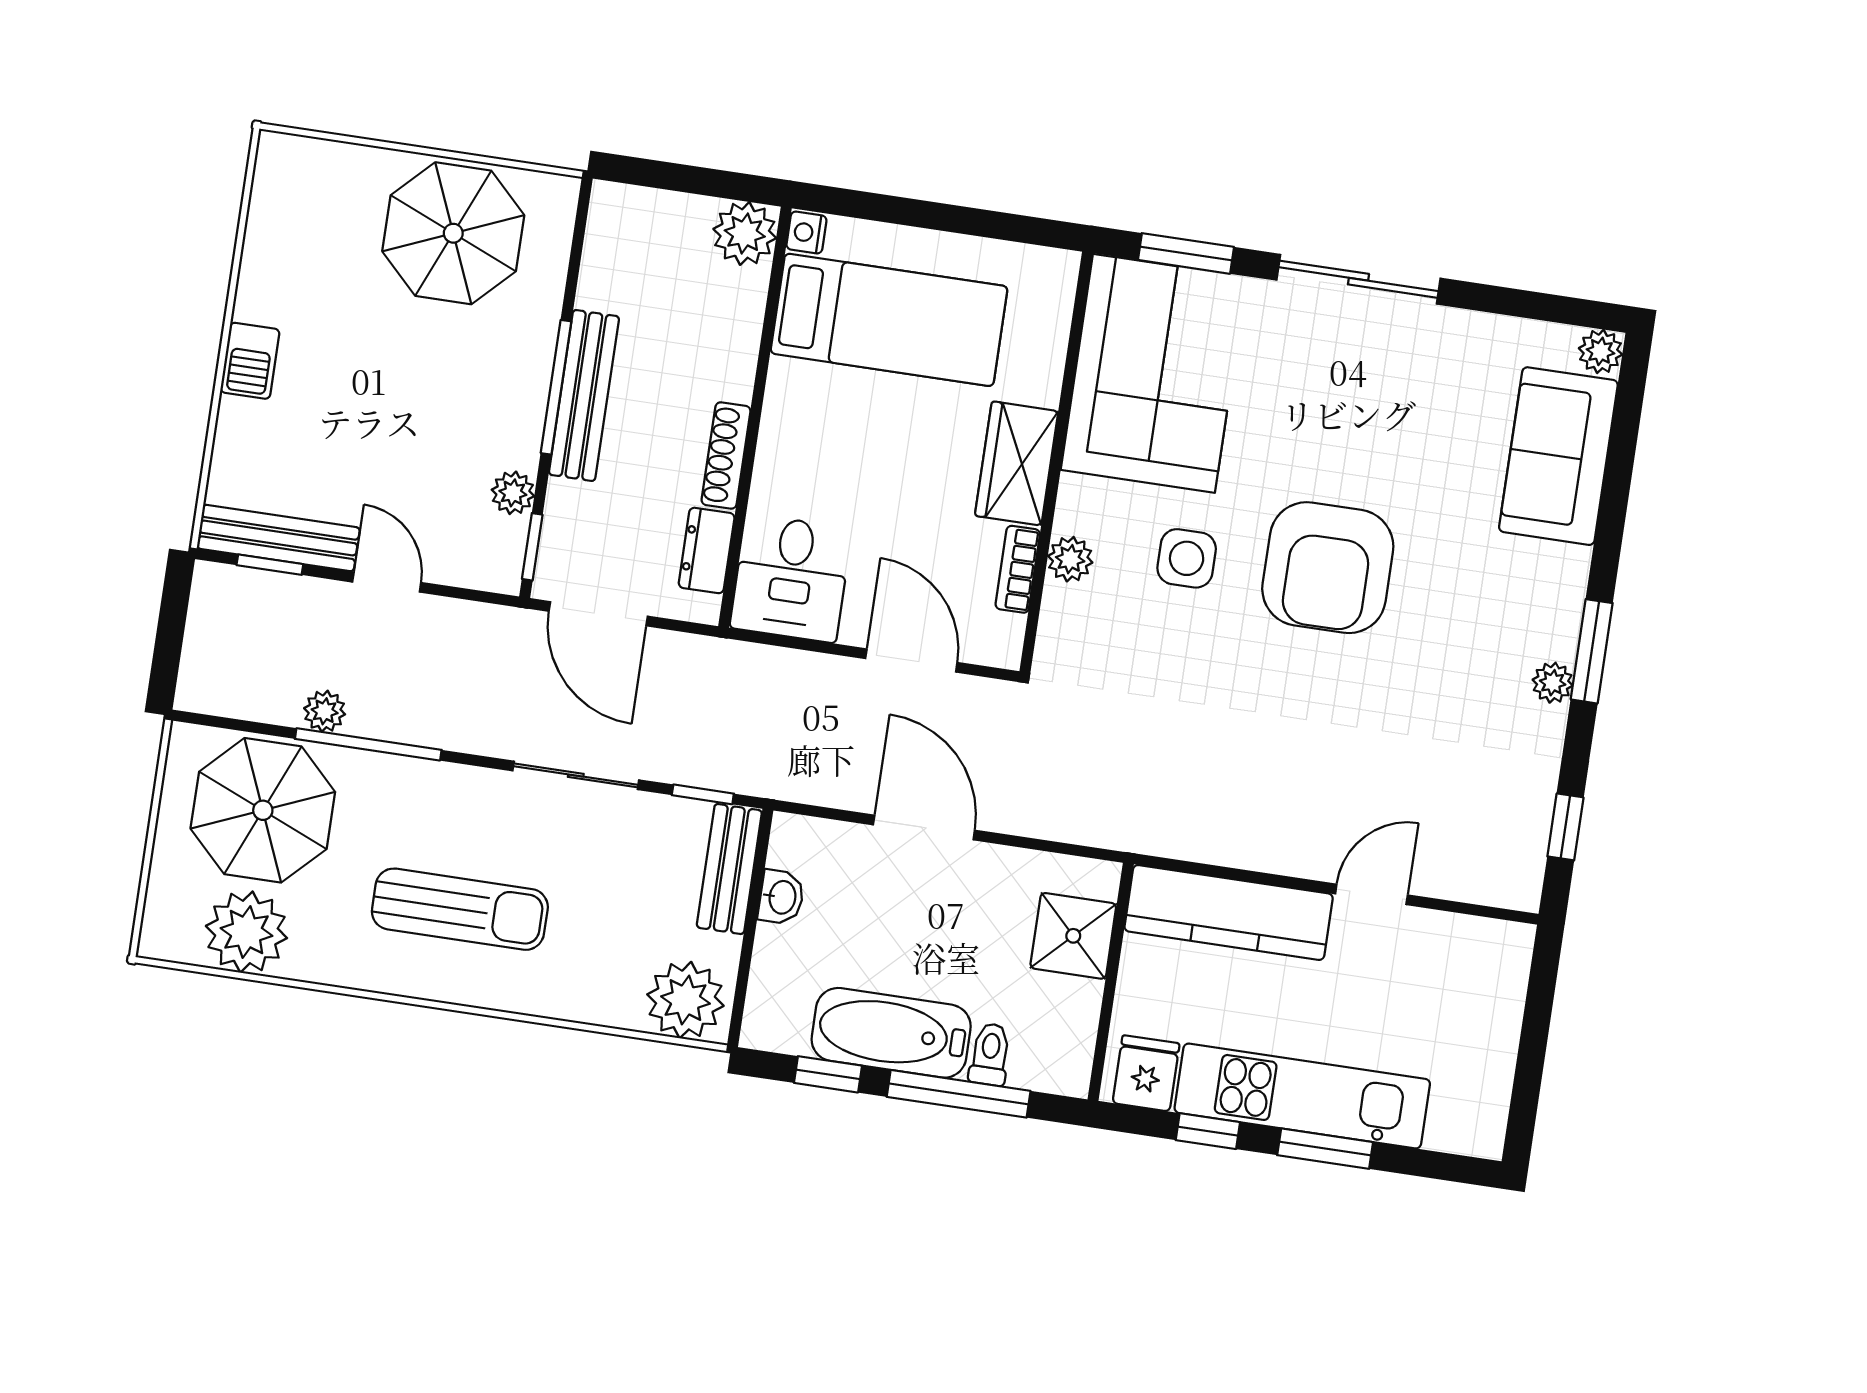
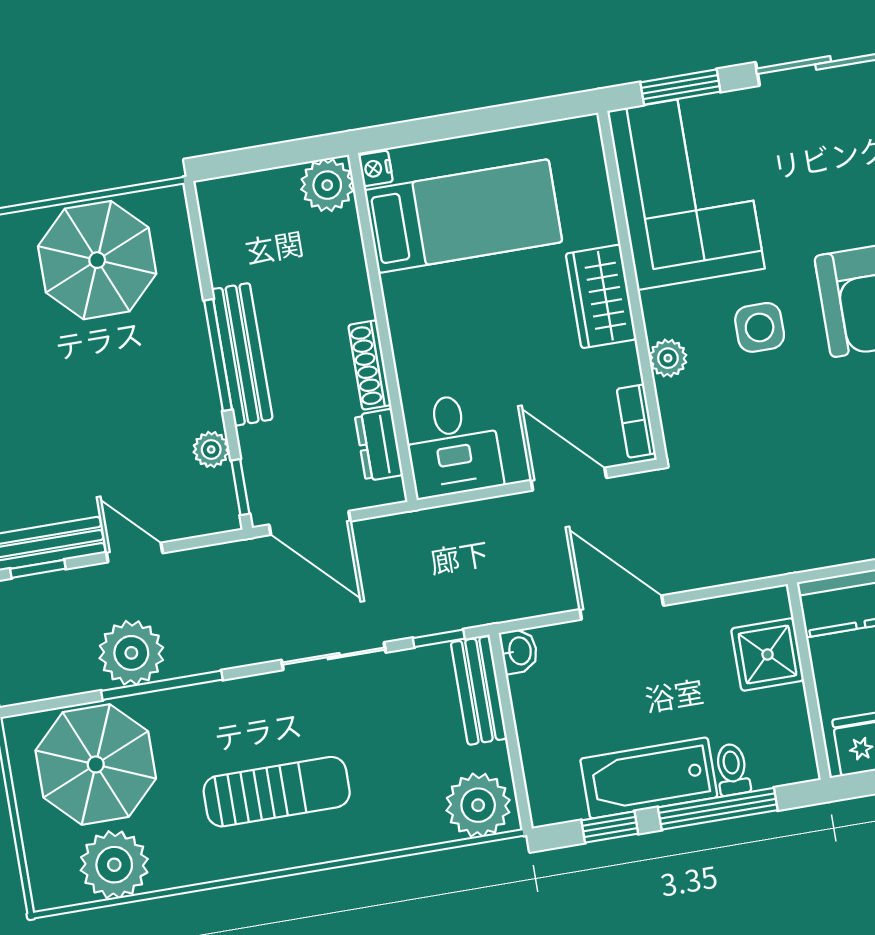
bookcase: (1018, 569) -> (636, 421), moved
plant: (325, 711) -> (131, 653), width x1.87, depth x1.87
washbasin: (781, 897) -> (519, 651), moved

